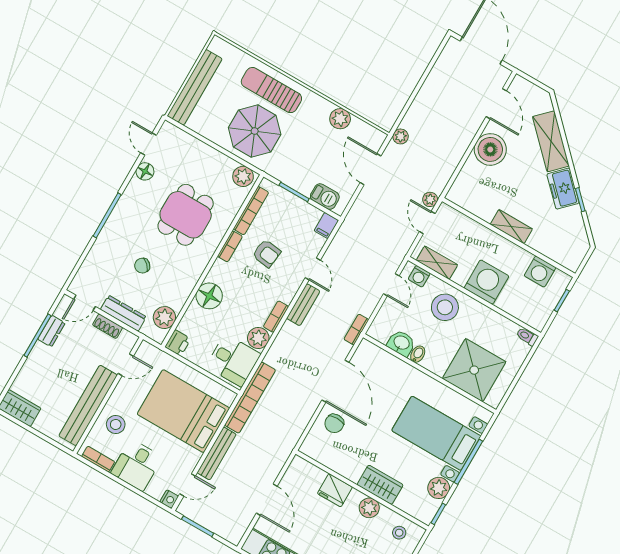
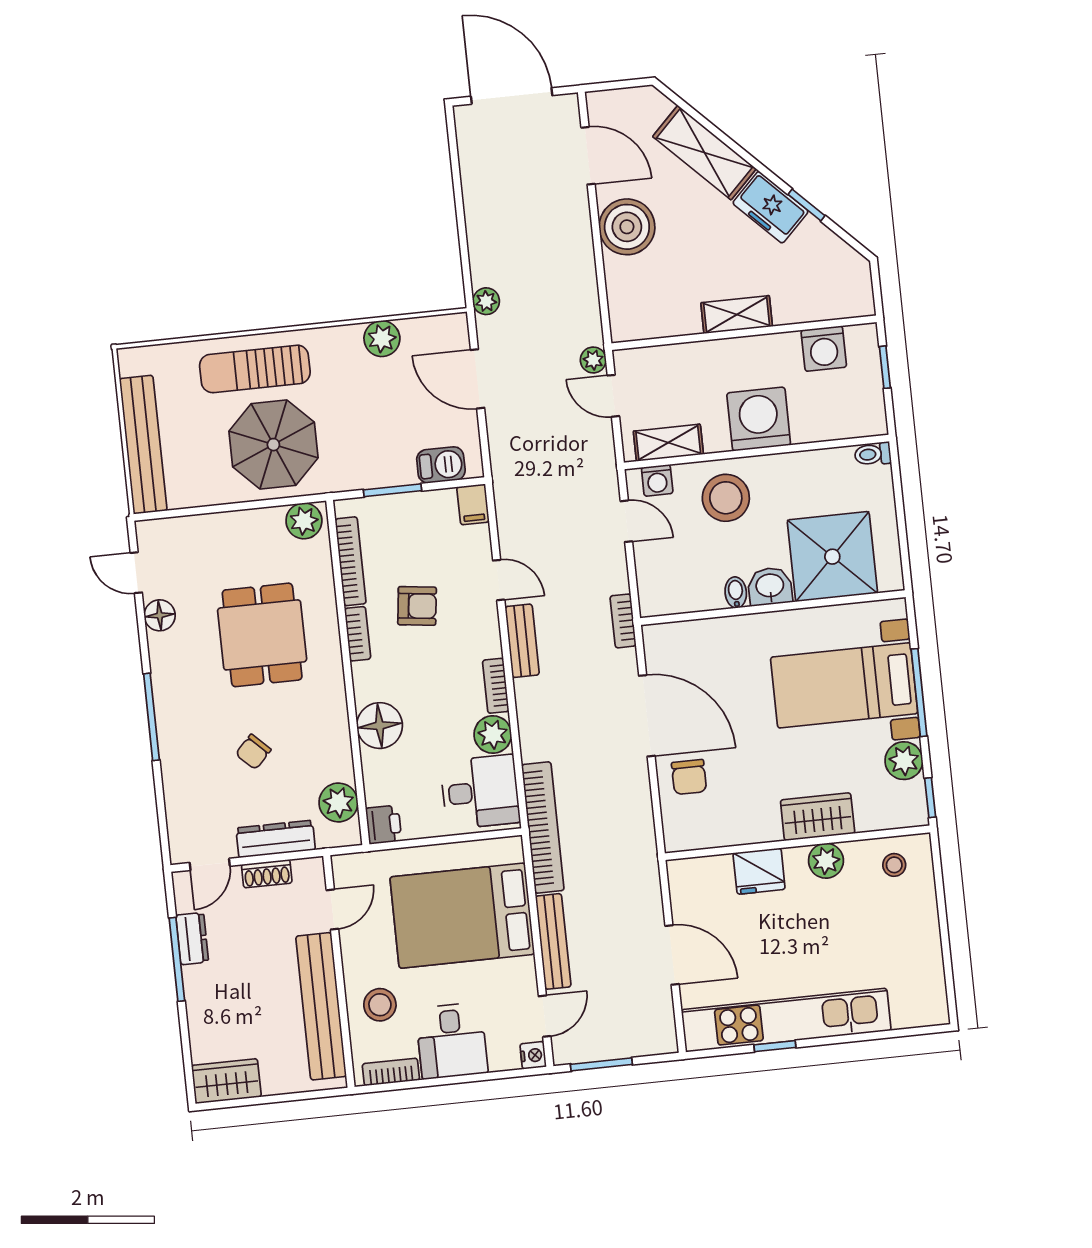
washbasin: (401, 343) -> (770, 586), moved

